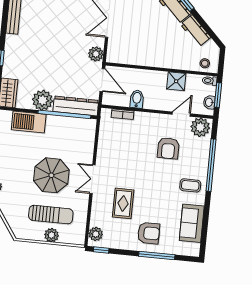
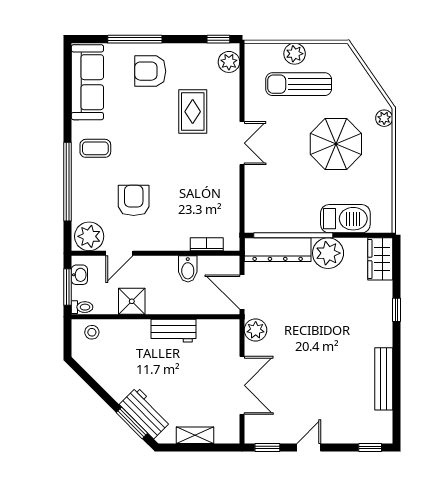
workbench: (196, 31) -> (173, 331), moved, turned 135
parasol: (51, 175) -> (336, 144), moved
sofa: (192, 223) -> (87, 82), width x1.36

